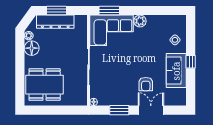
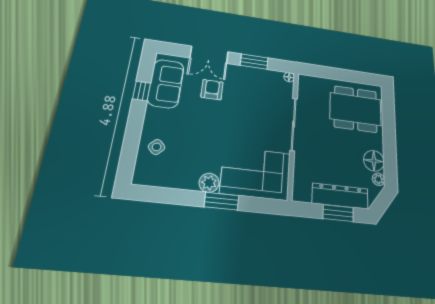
window: (109, 11) -> (222, 201), moved
window: (191, 62) -> (142, 91), moved
sofa: (176, 71) -> (166, 84), moved

